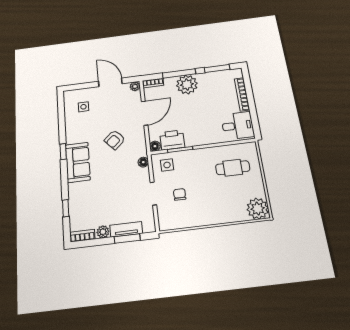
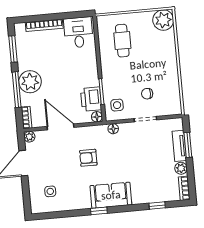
armchair: (115, 140) -> (88, 158), turned 132

